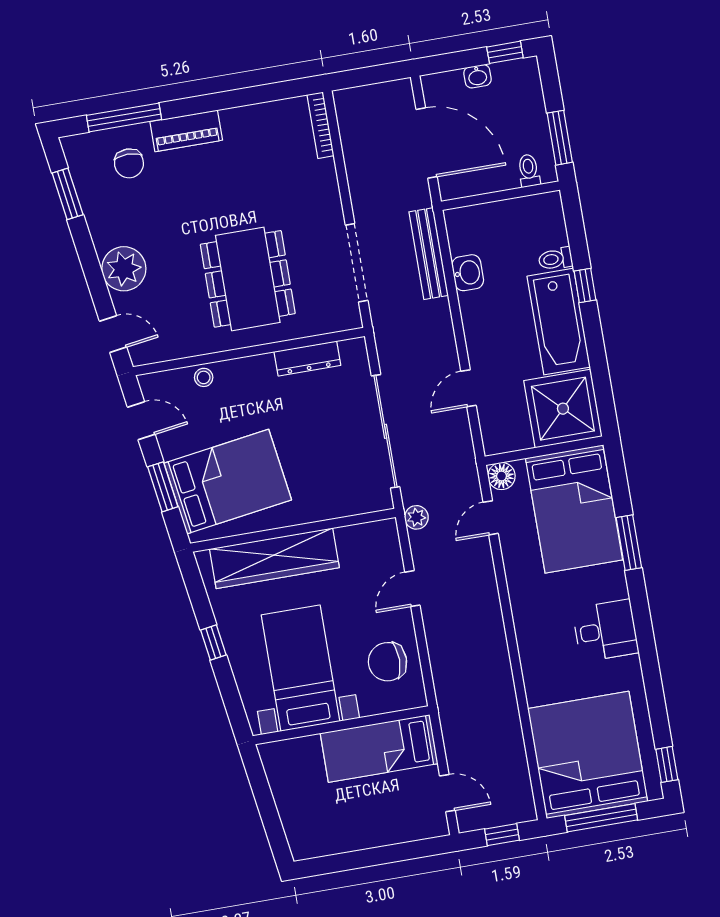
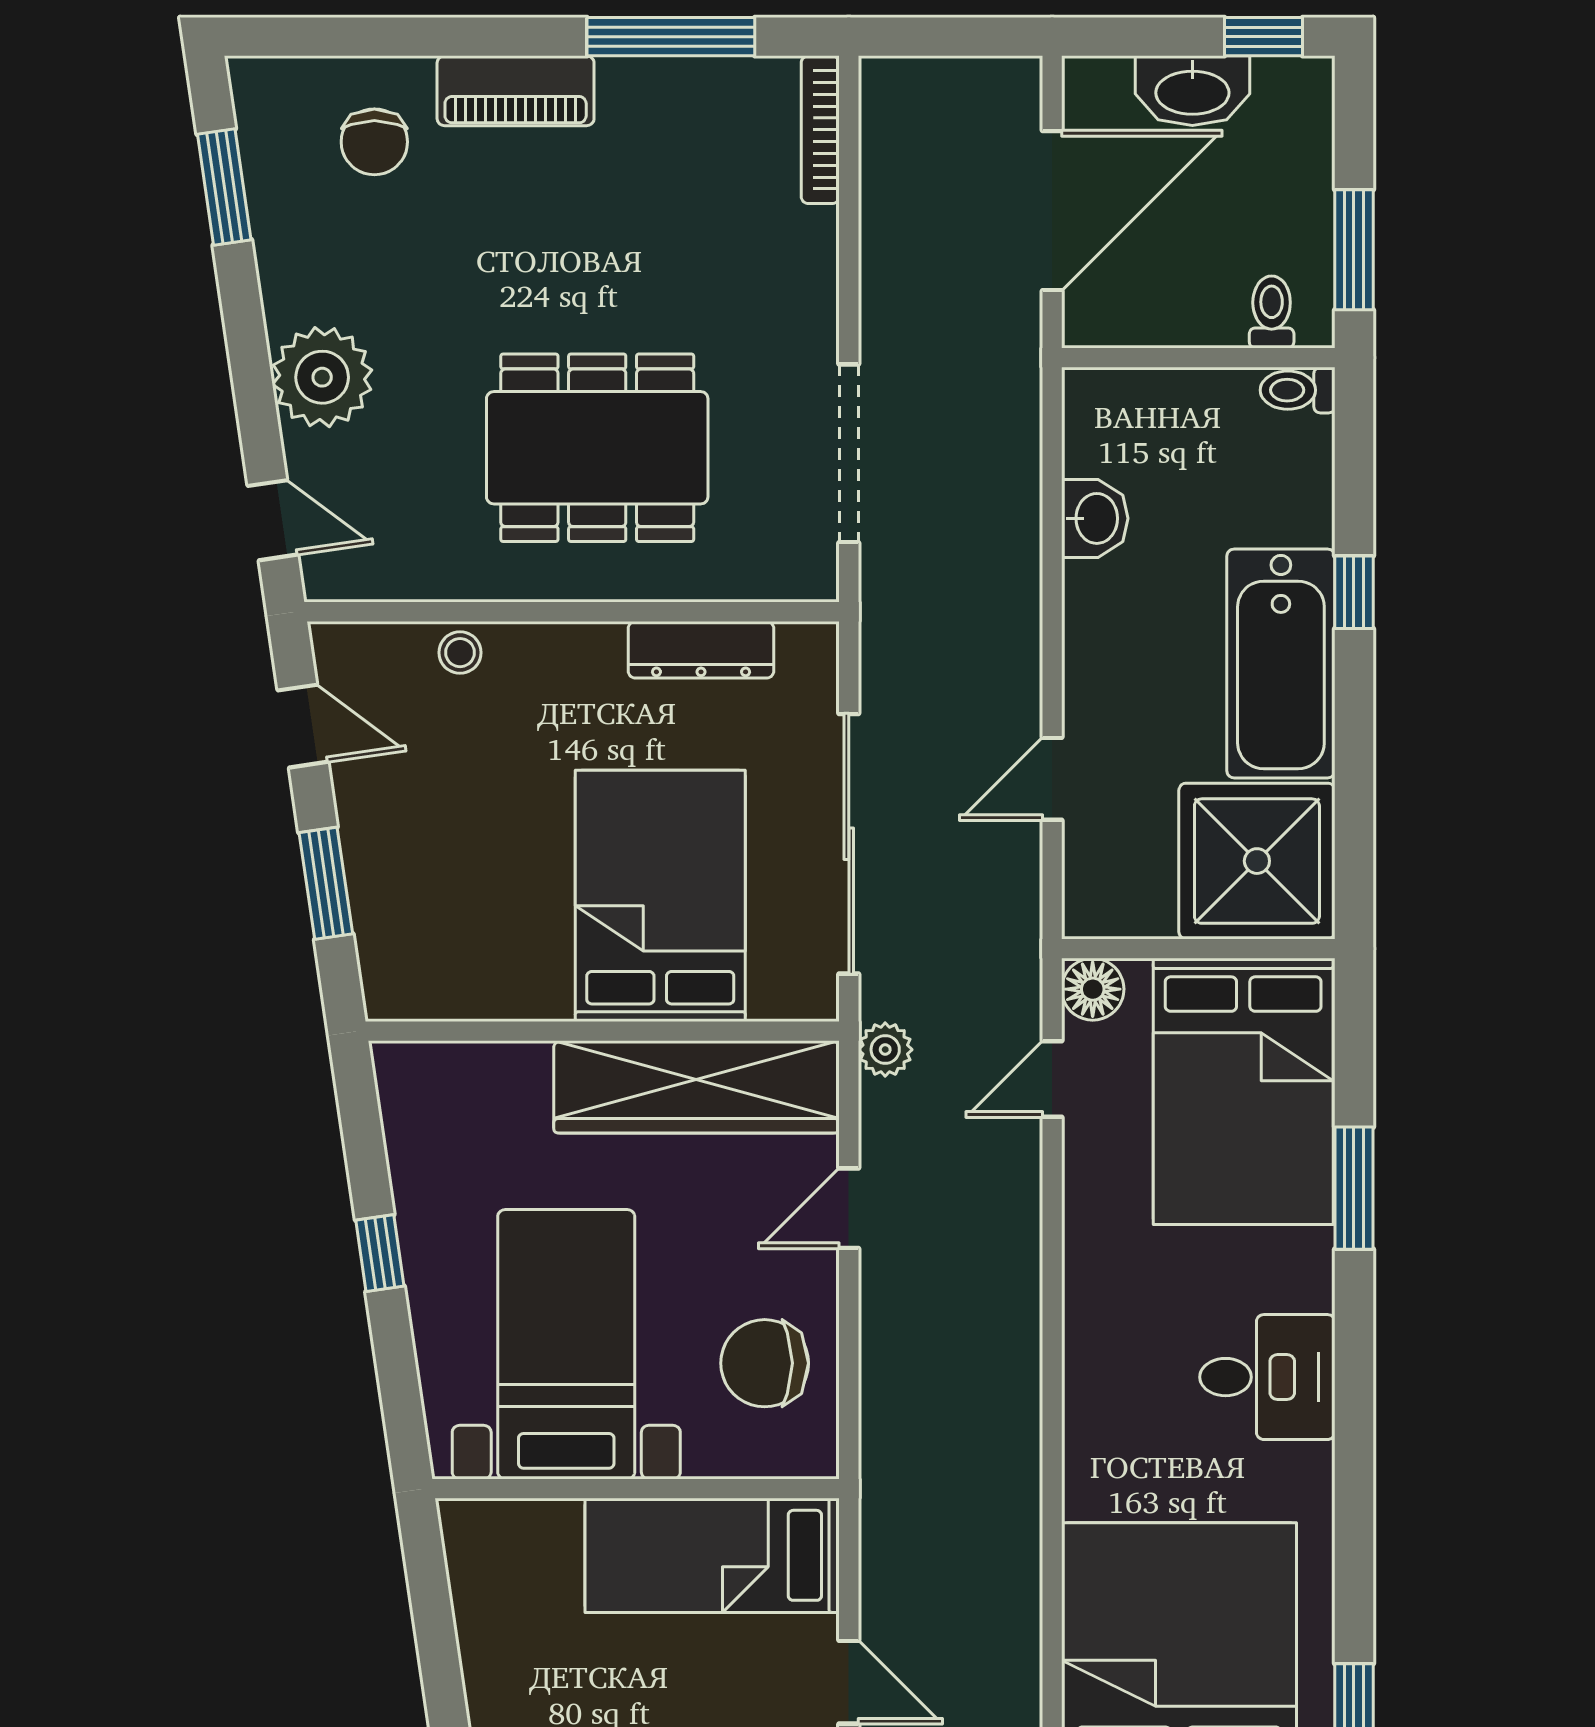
washbasin: (477, 76) -> (1192, 91), width x1.91, depth x1.45
window: (124, 117) -> (671, 37), moved
door: (427, 143) -> (1052, 211), hinge flipped
bench: (429, 254) -> (1014, 460), removed
toilet: (555, 259) -> (1298, 390), moved
dining table: (248, 279) -> (597, 448), turned 90
bed: (228, 482) -> (660, 896), moved, turned -82
wardrobe: (274, 558) -> (697, 1087), moved

